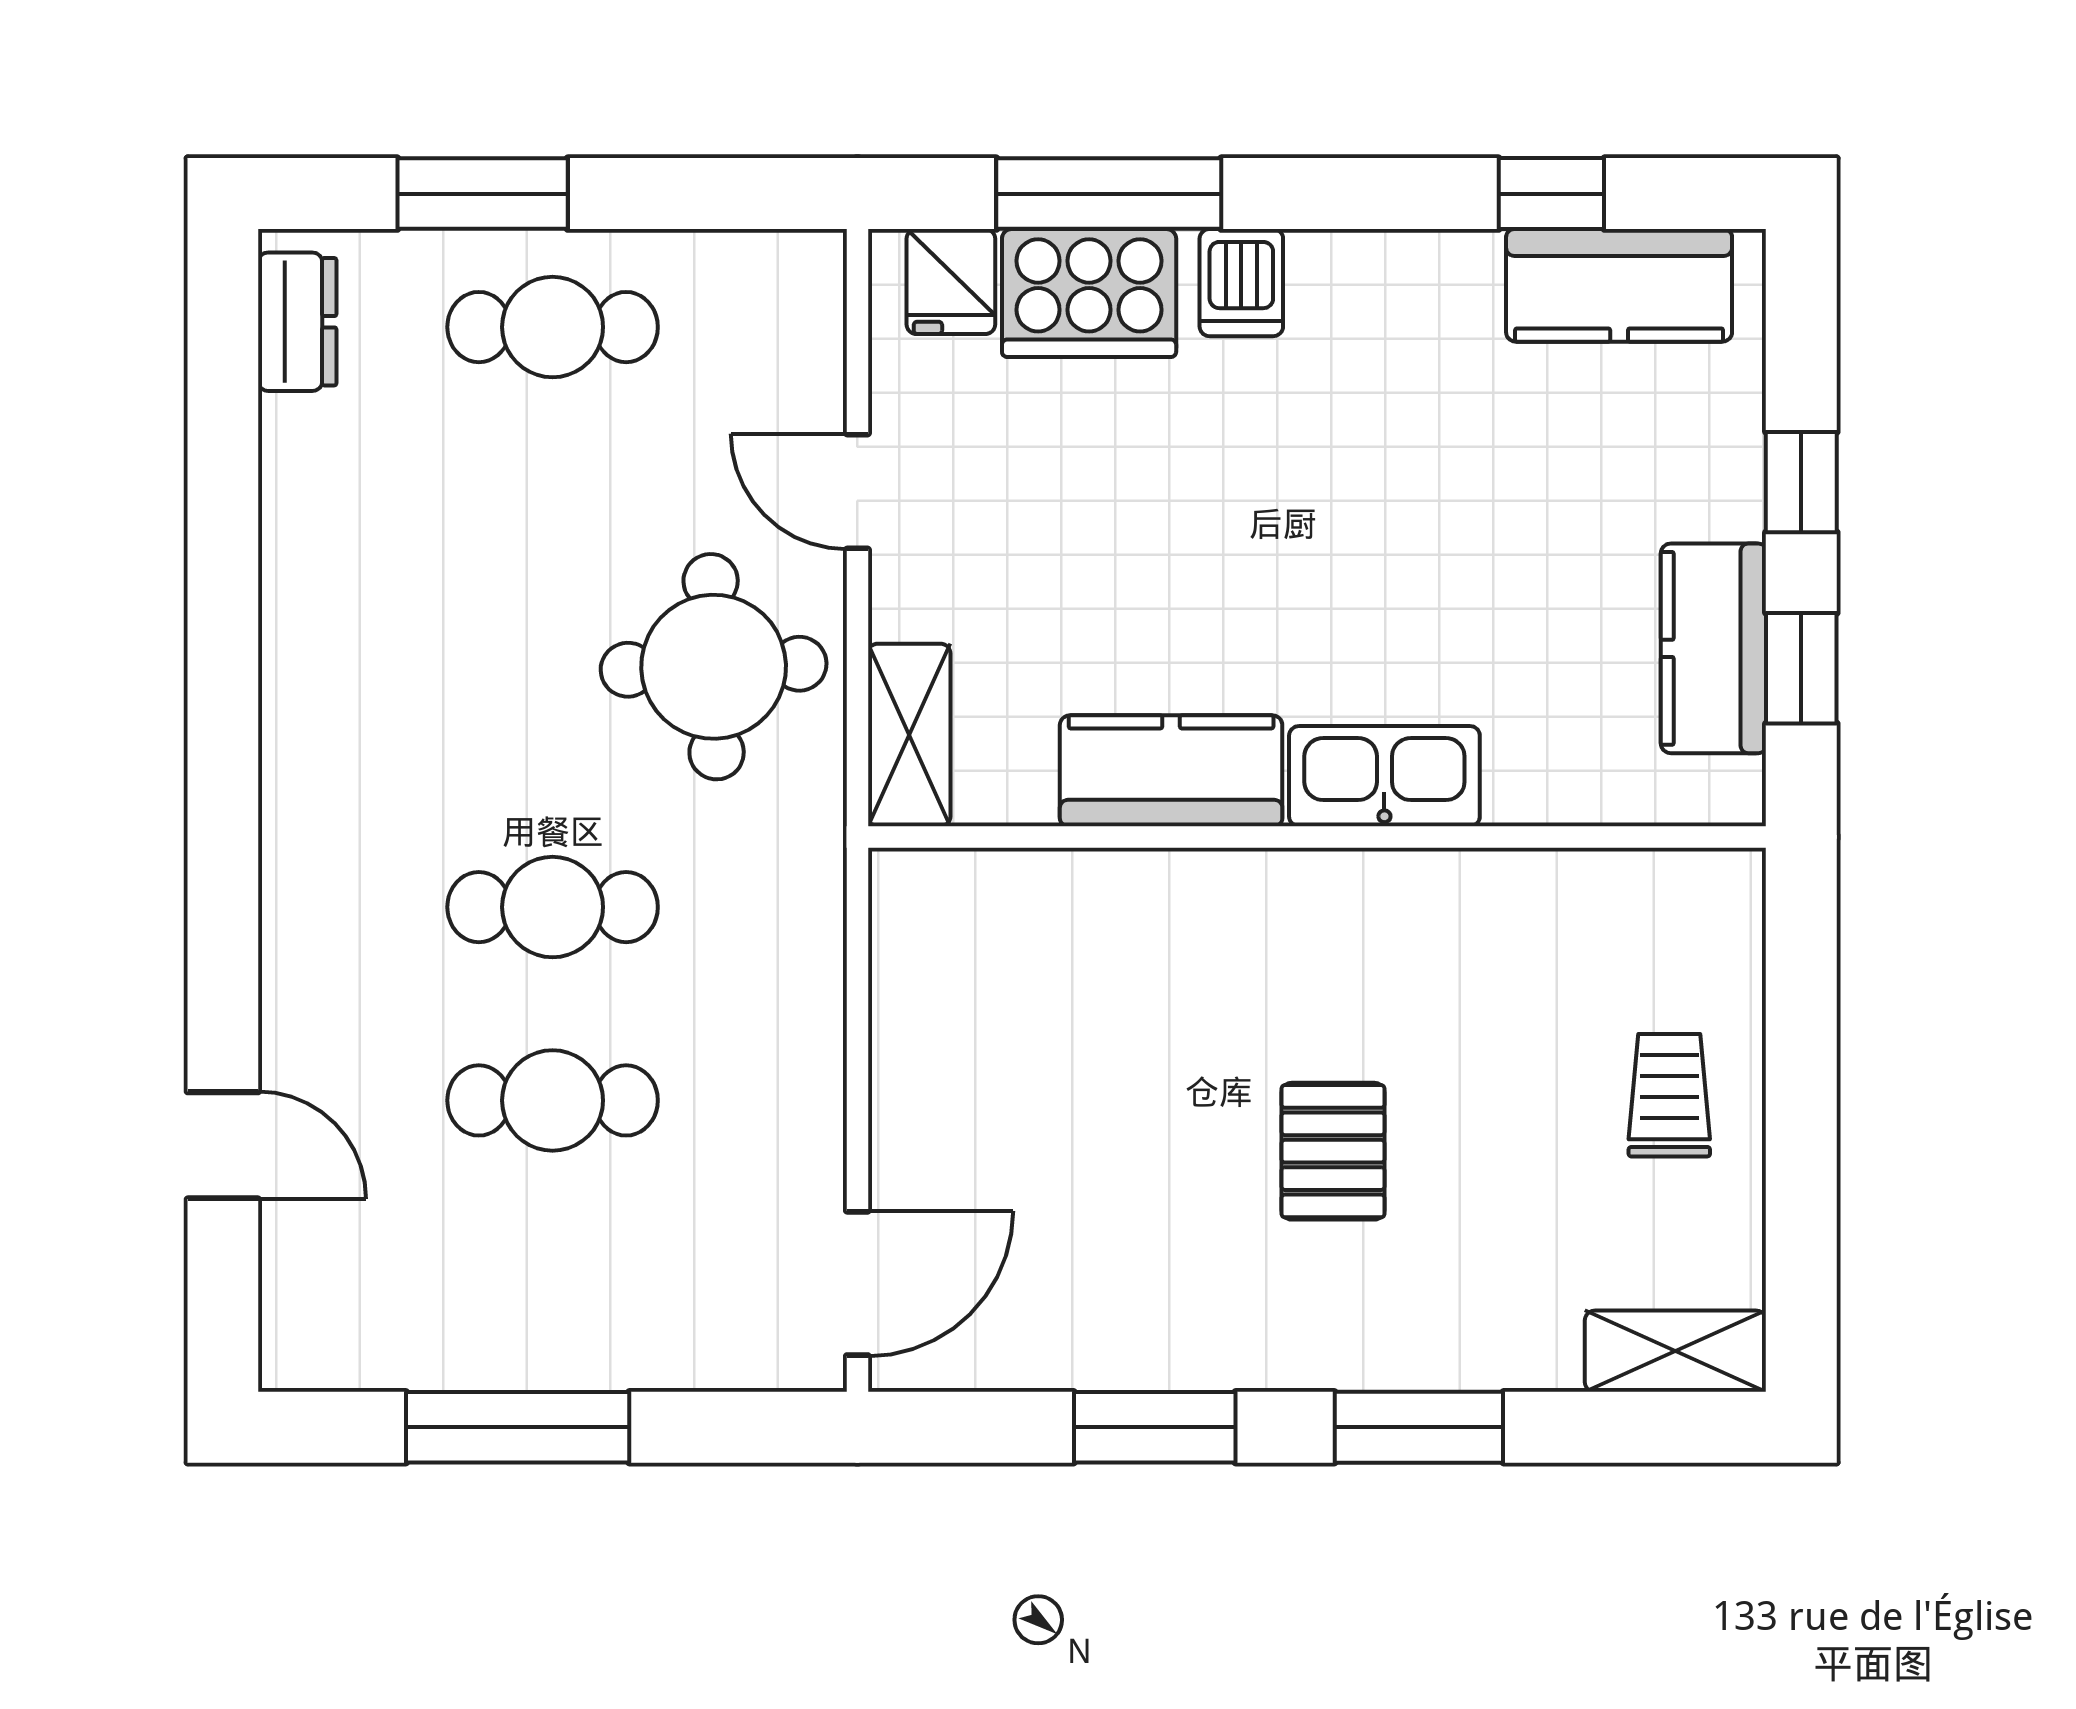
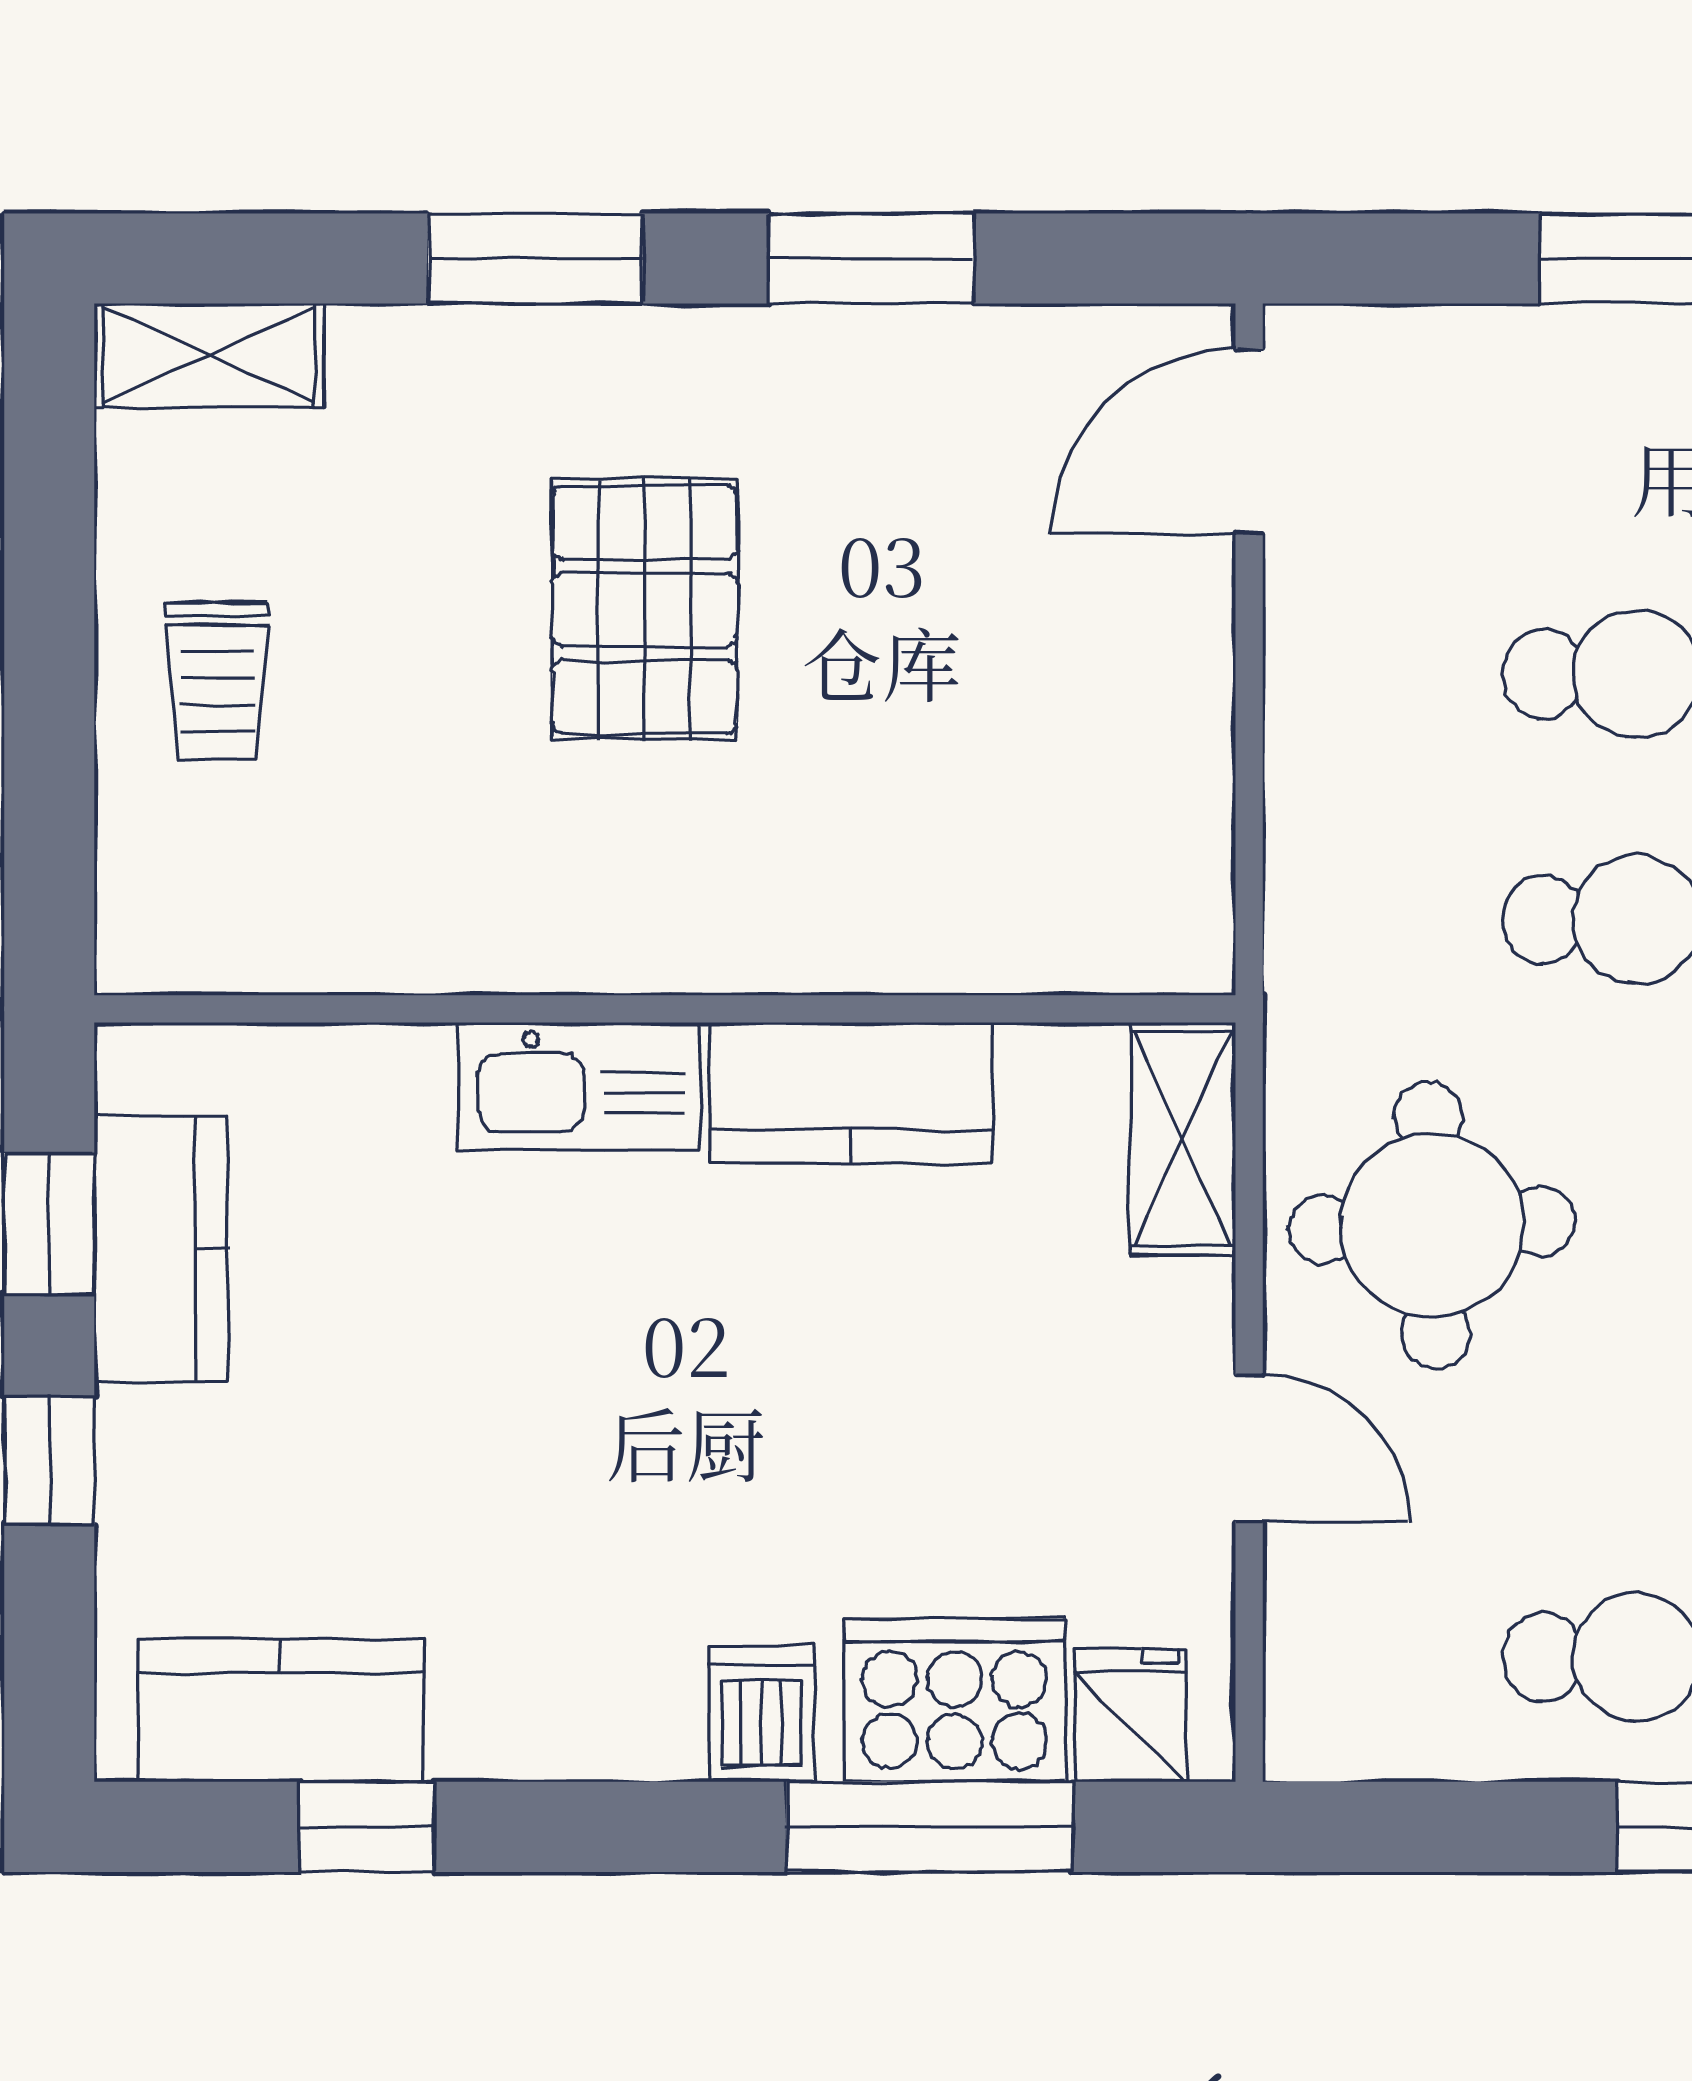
pallet: (1333, 1151) -> (644, 609), width x1.50, depth x1.42

